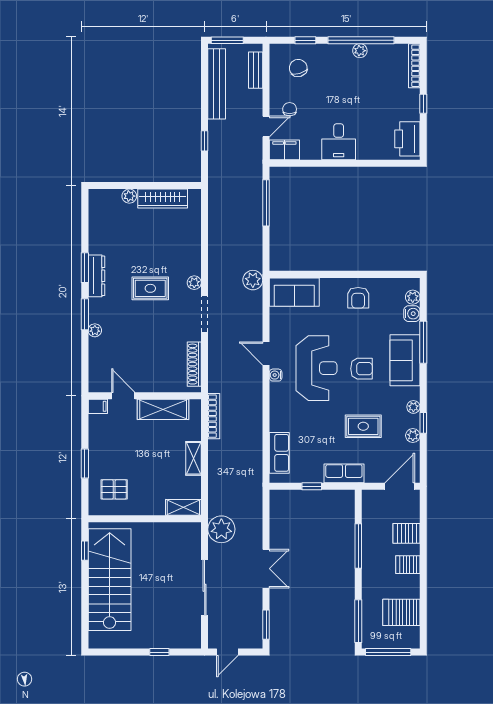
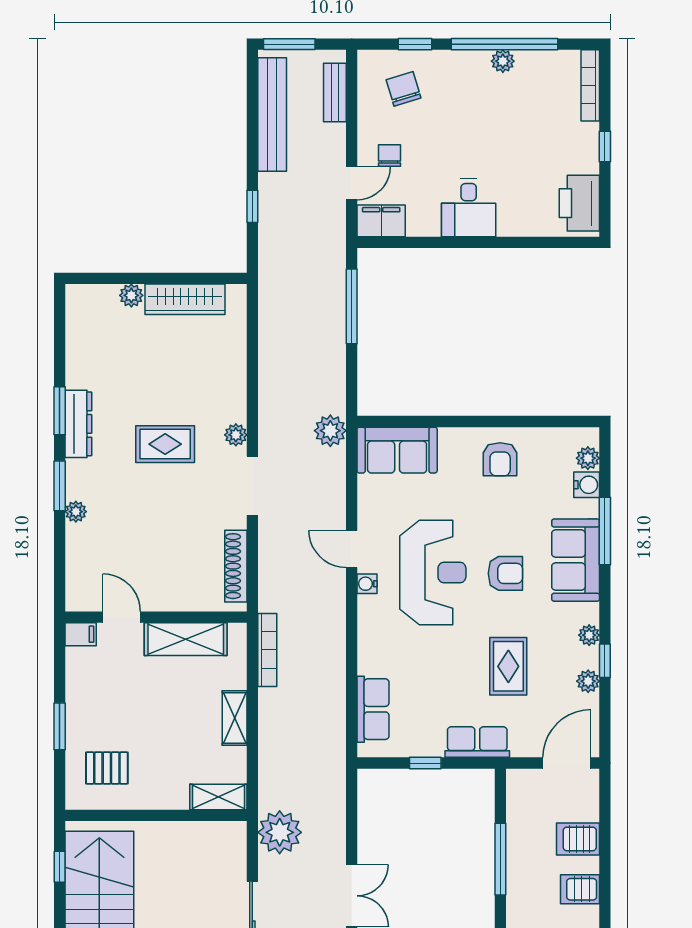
rug: (363, 426) -> (508, 666), turned 90

